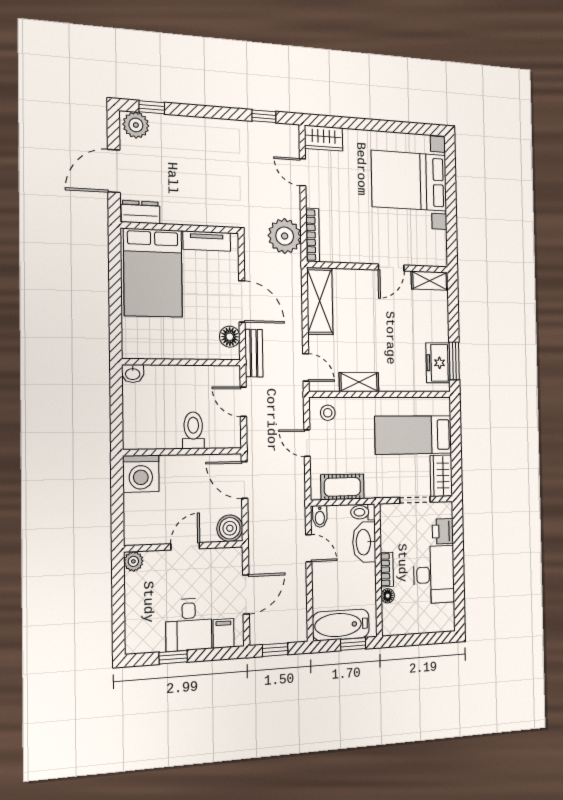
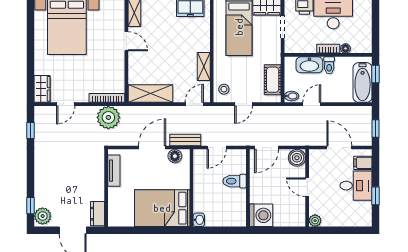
bed: (153, 273) -> (162, 208), moved, turned 180
toilet: (363, 512) -> (329, 65), moved

